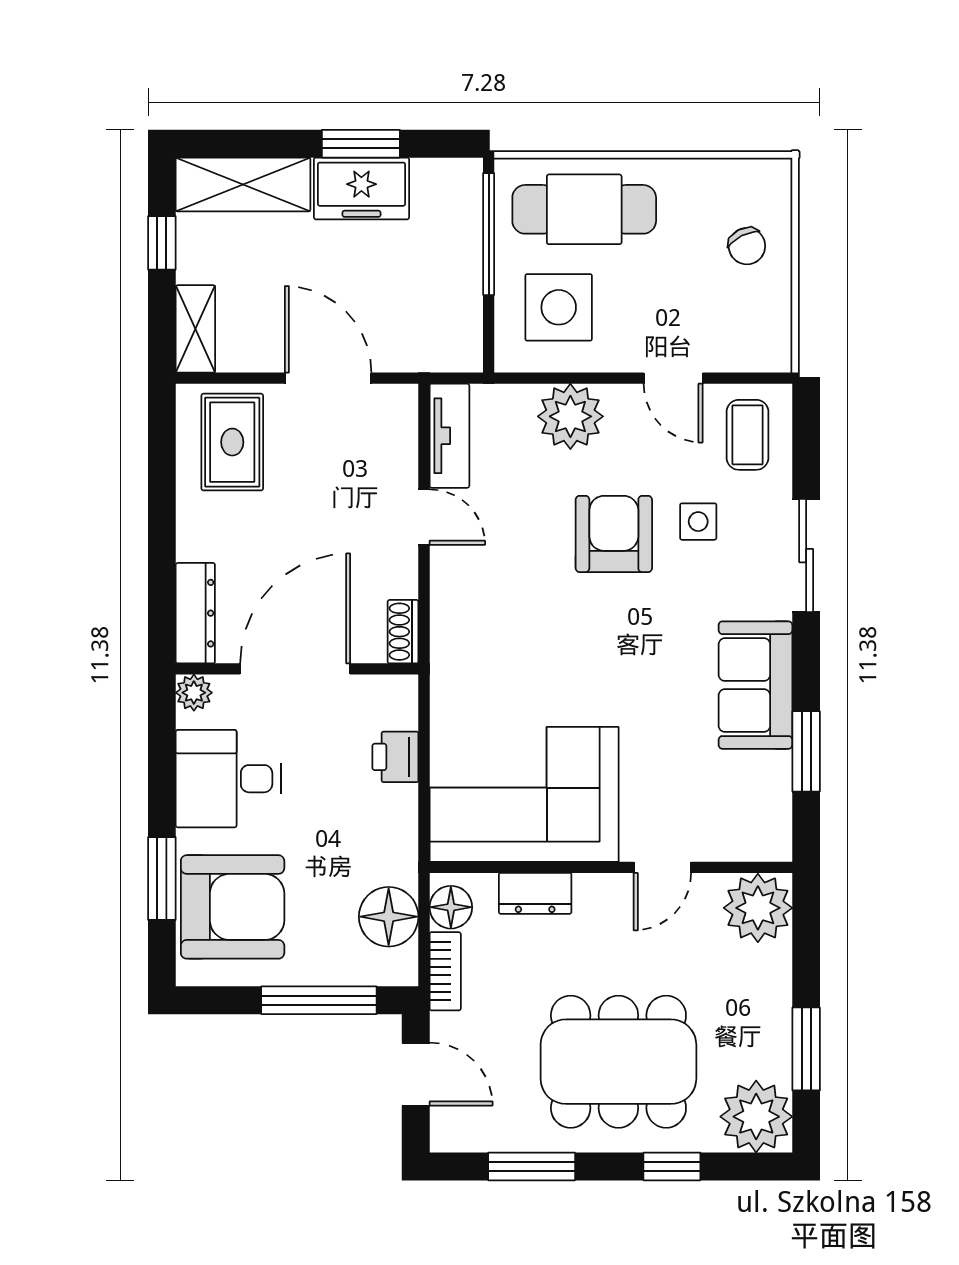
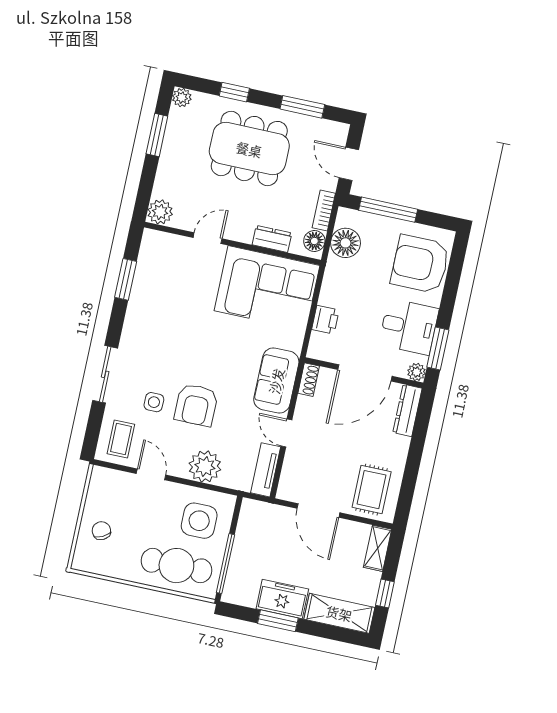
sofa: (755, 685) -> (276, 381), moved, turned 180
window: (162, 879) -> (438, 348), moved
plant: (758, 908) -> (160, 212), width x0.73, depth x0.73
plant: (756, 1117) -> (182, 98), width x0.53, depth x0.53

